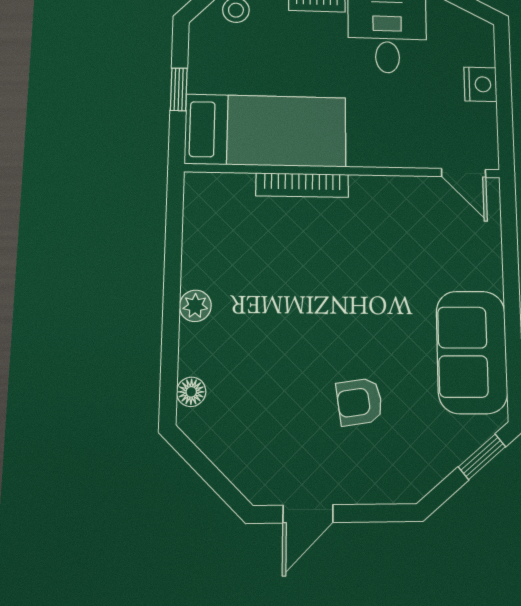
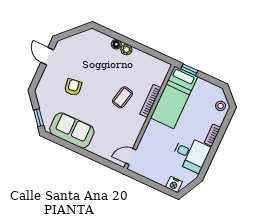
nightstand: (480, 84) -> (174, 184), moved
window: (179, 89) -> (189, 70), moved
coffee table: (326, 260) -> (123, 97), added
floor lamp: (191, 392) -> (116, 44), moved

